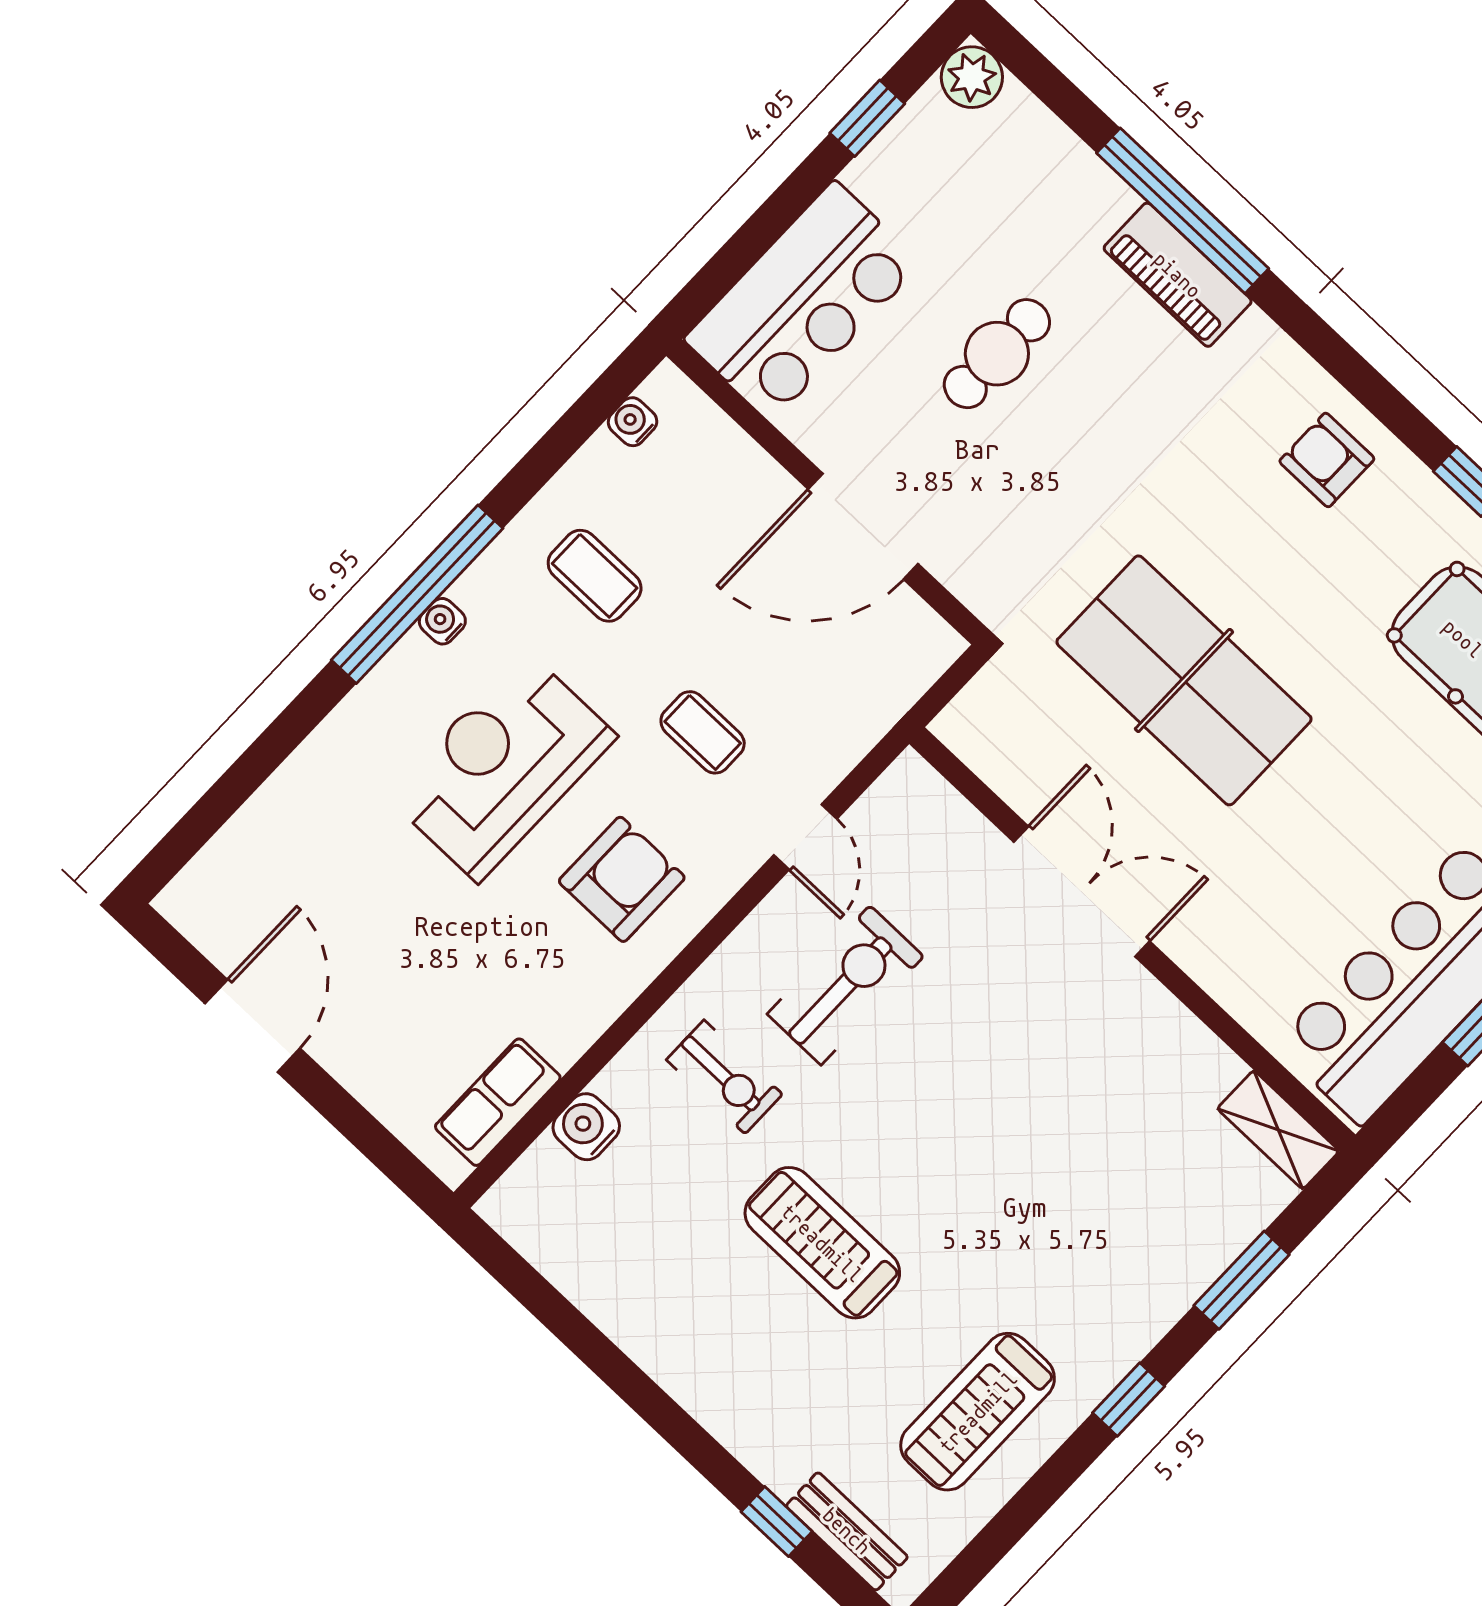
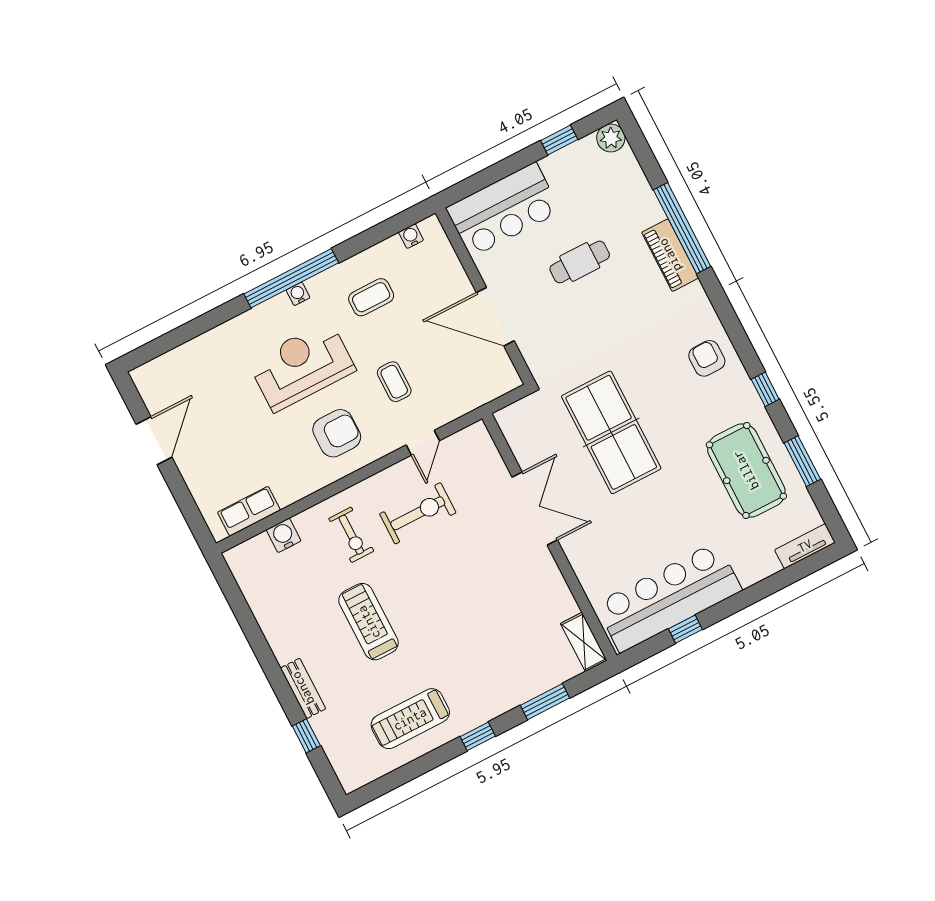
coffee table: (595, 576) -> (371, 297), turned 90
bench: (847, 1531) -> (303, 688), moved

